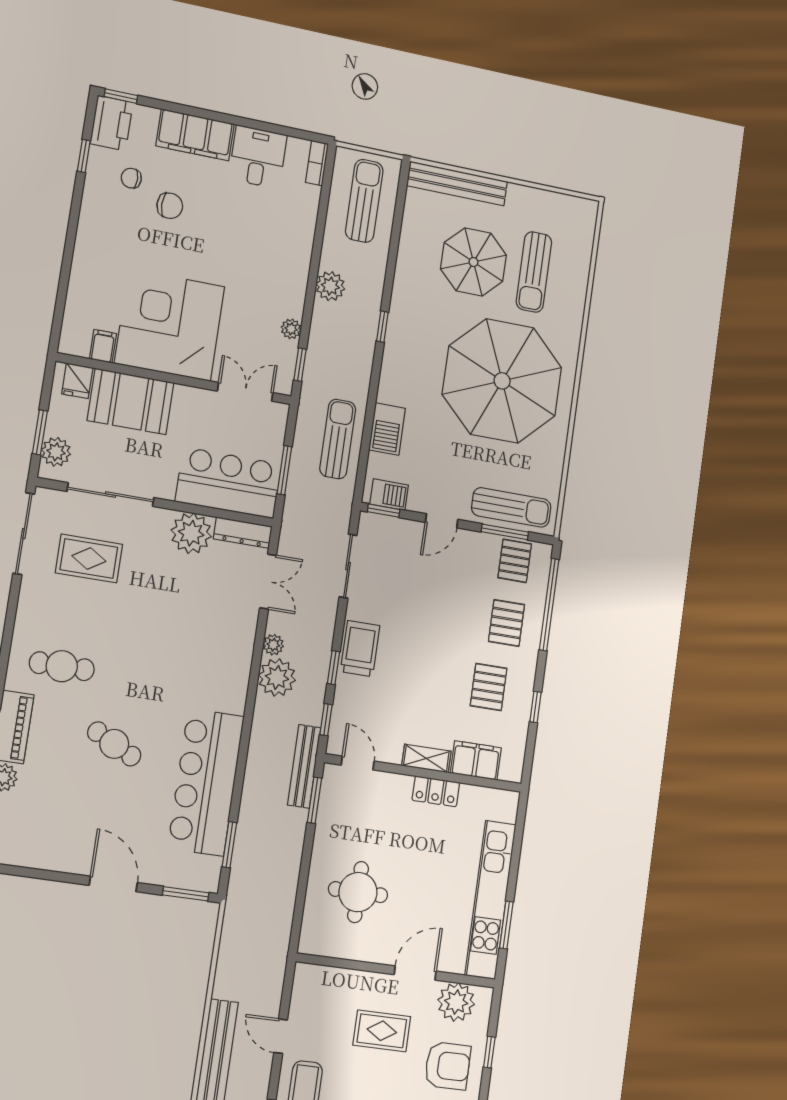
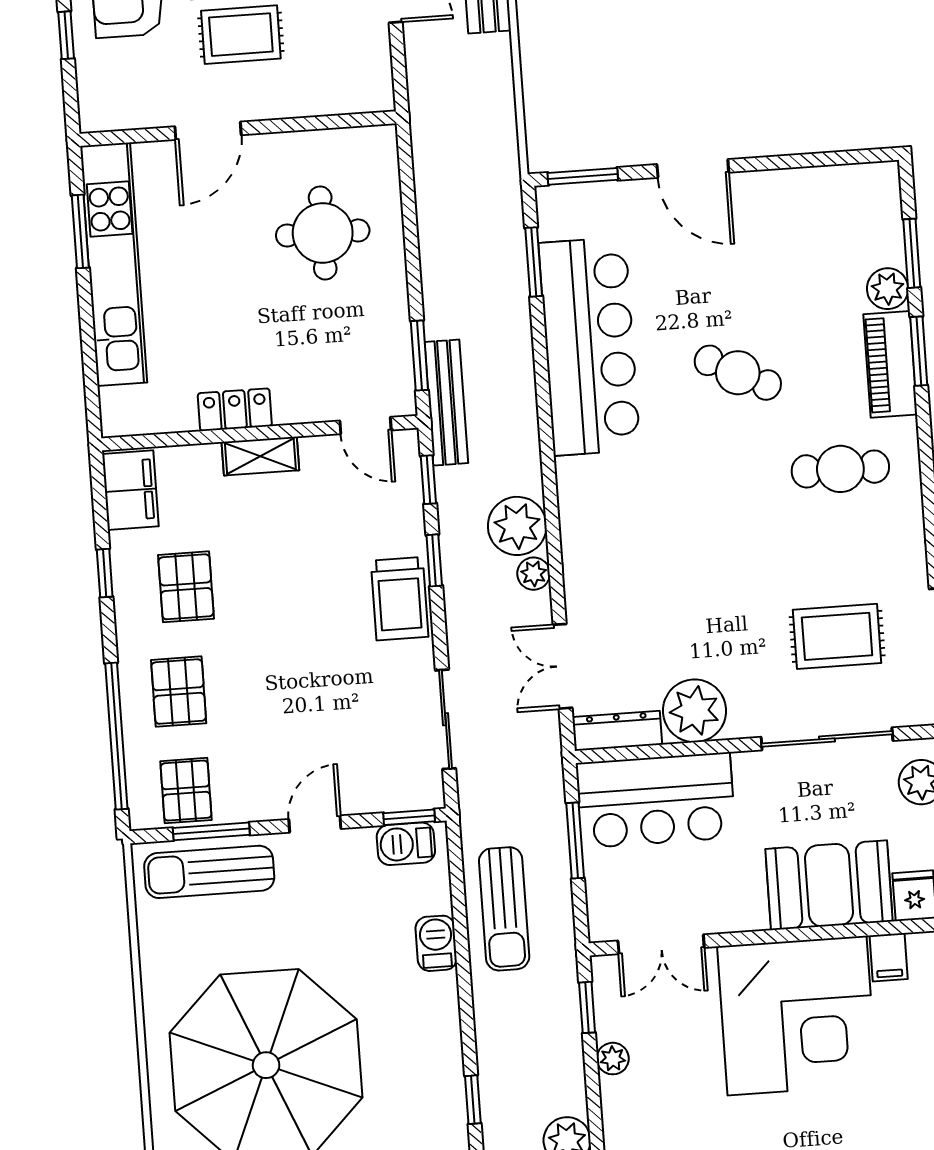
barbecue: (387, 429) -> (436, 943), width x0.73, depth x0.79
filing cabinet: (476, 760) -> (130, 490), moved, turned -90
plant: (456, 1002) -> (135, 100), removed

